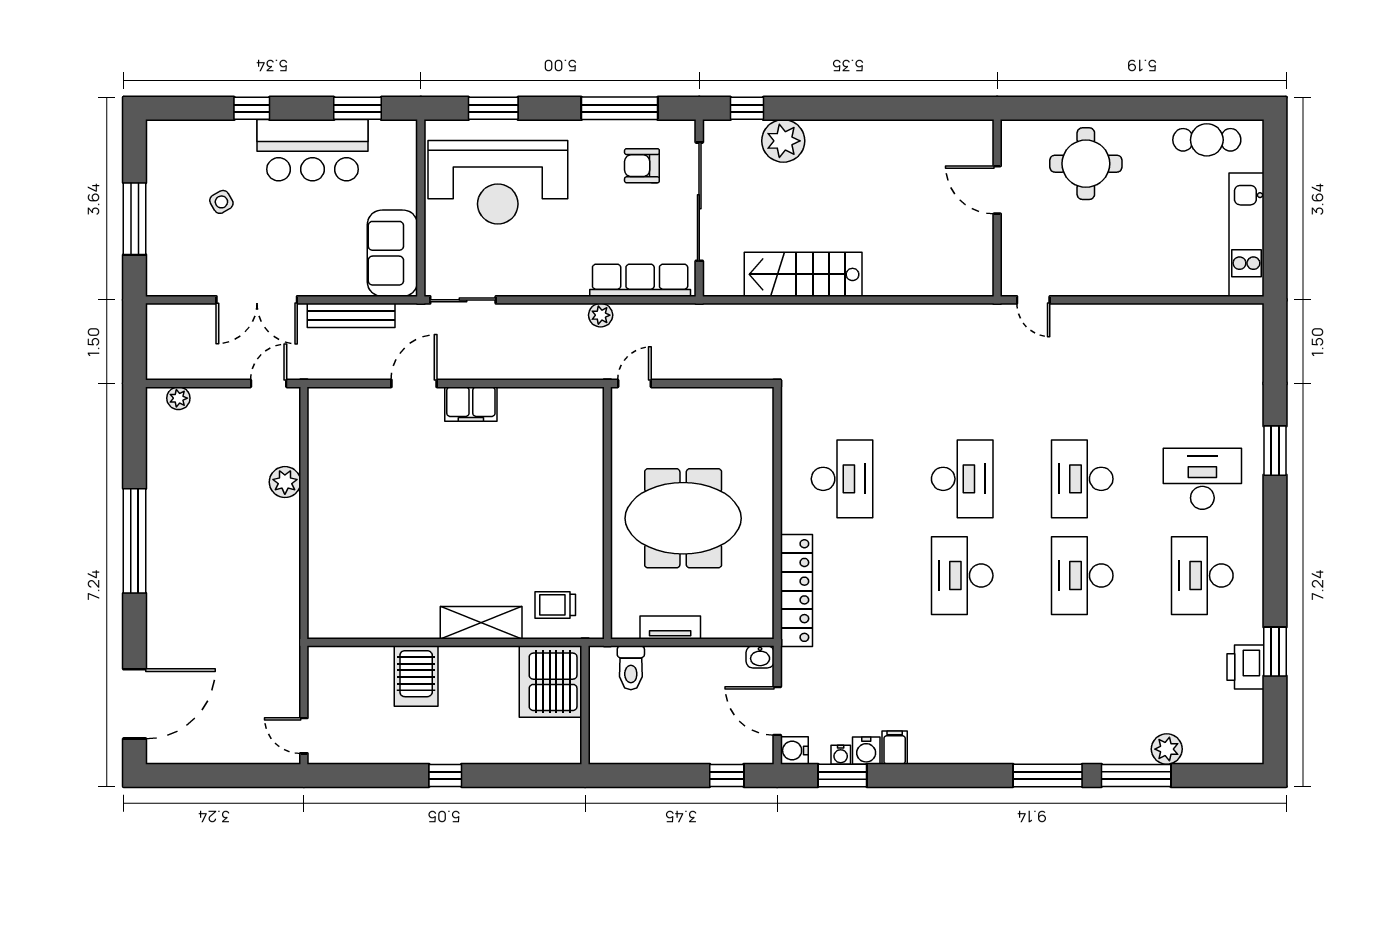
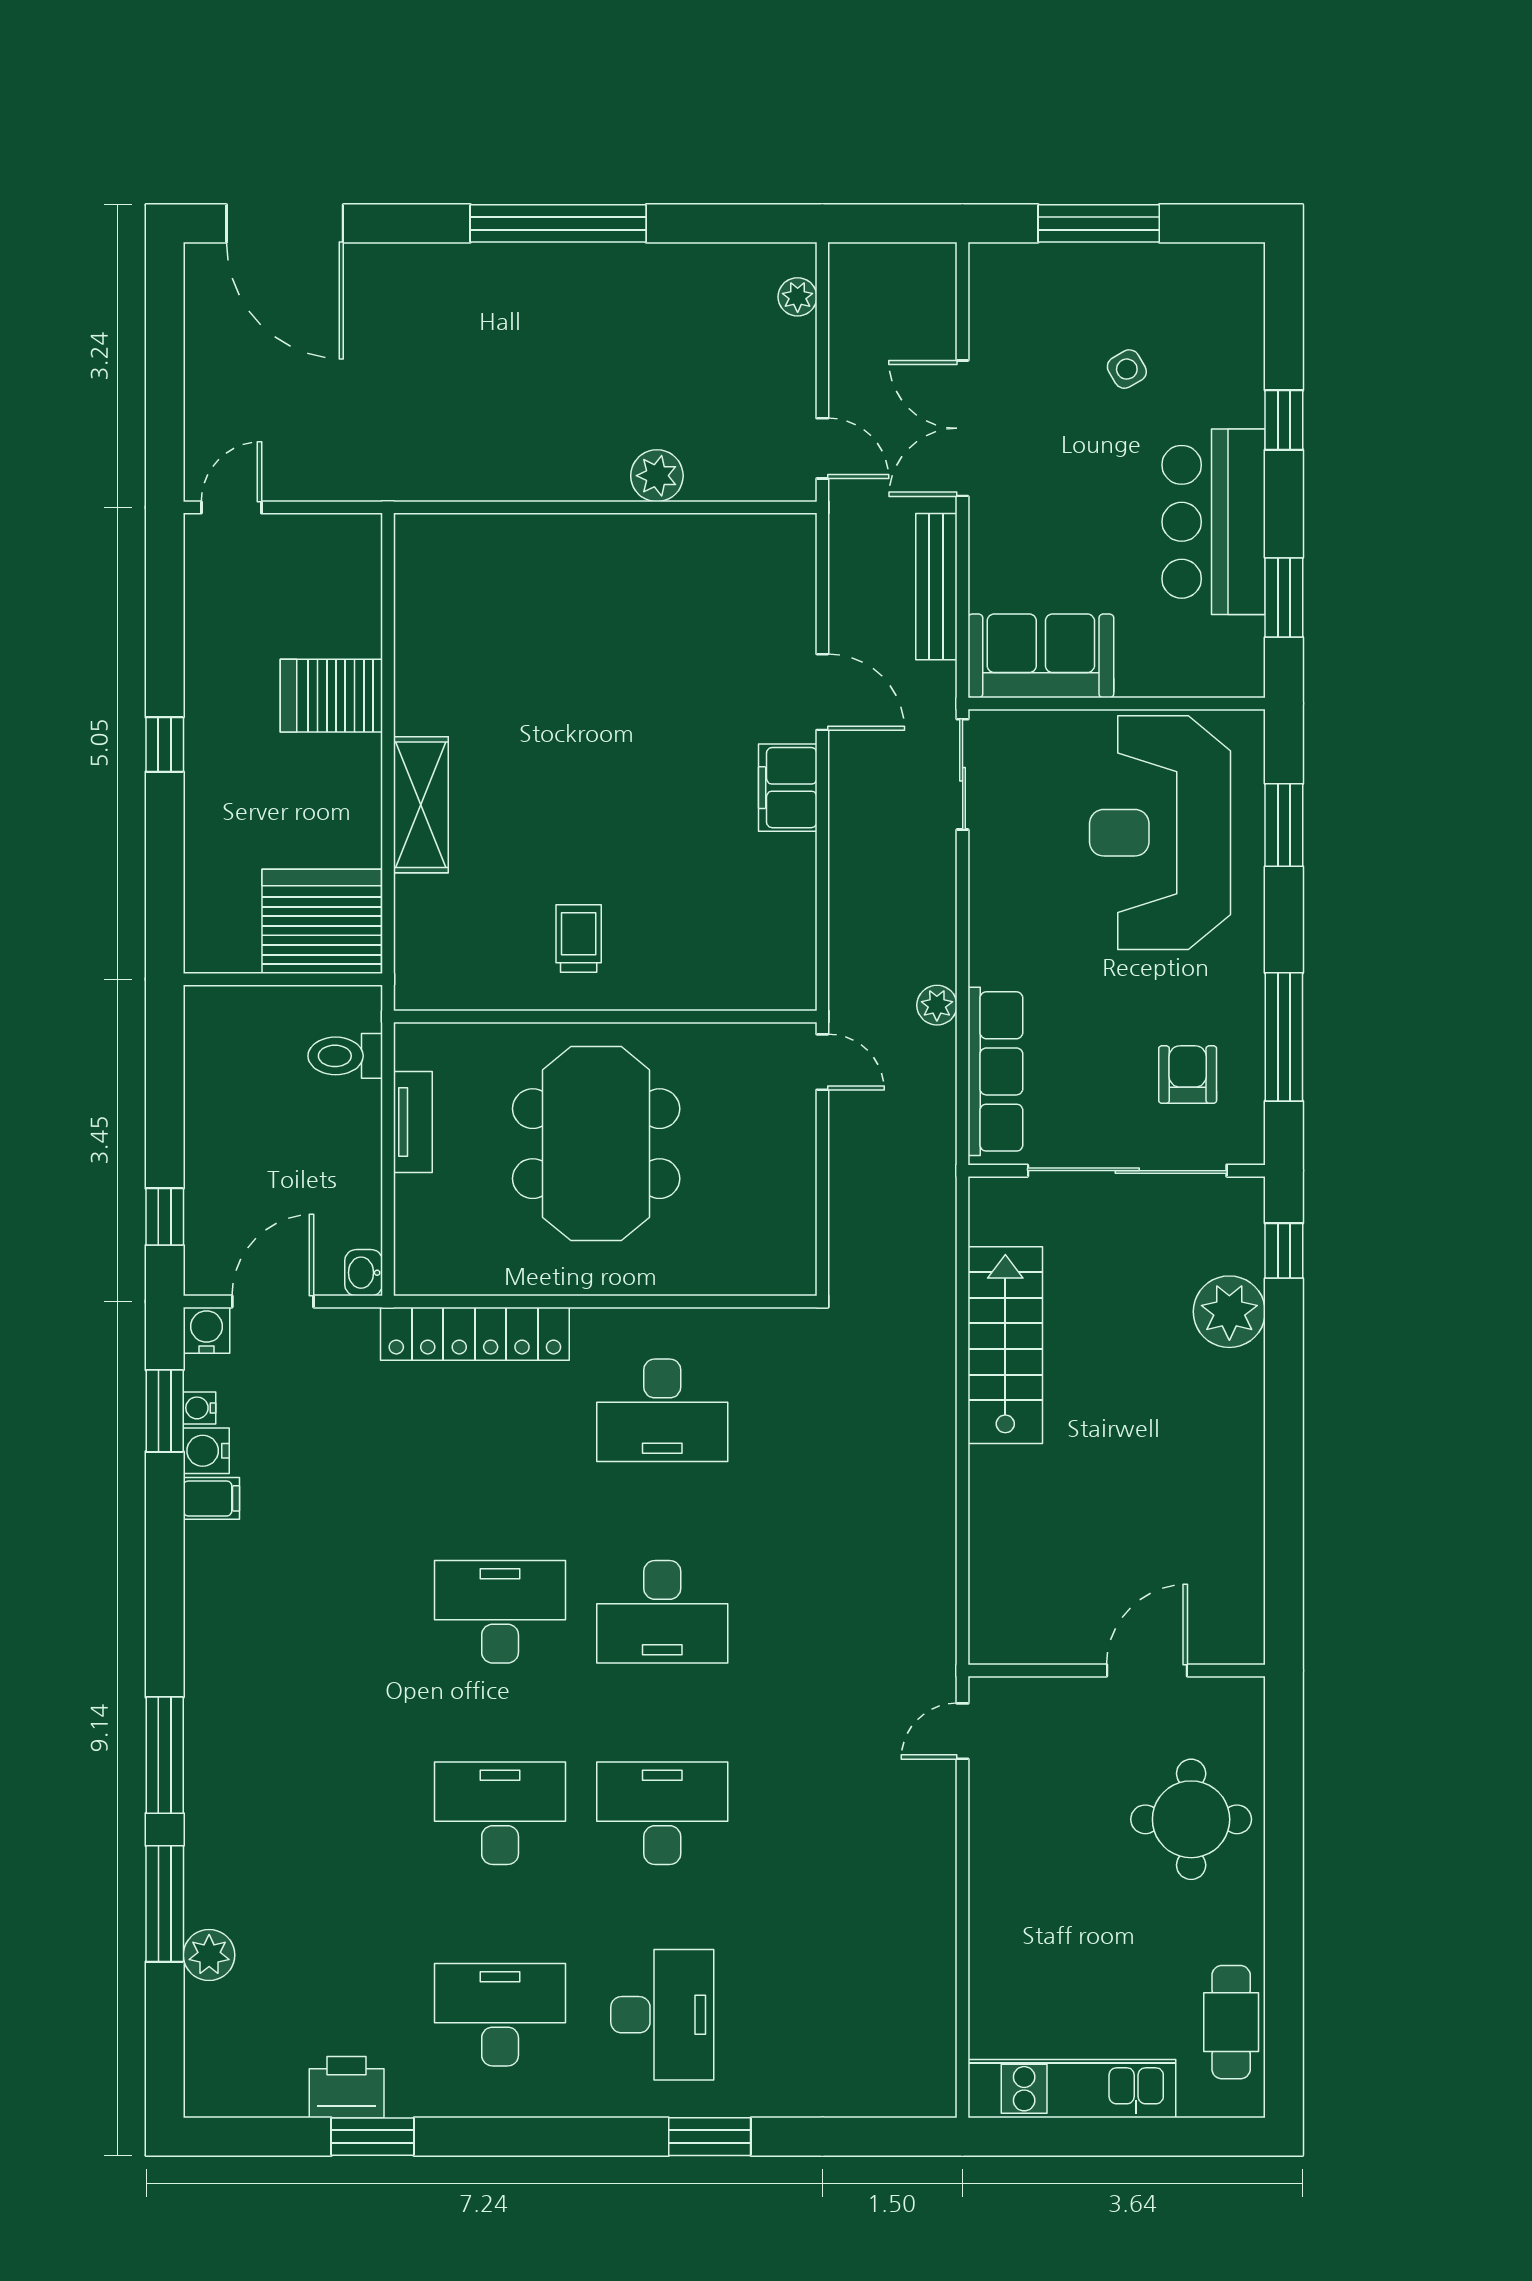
trolley: (555, 605) -> (579, 938), moved

